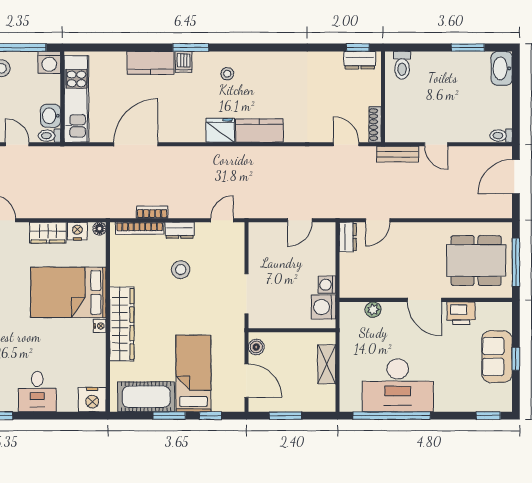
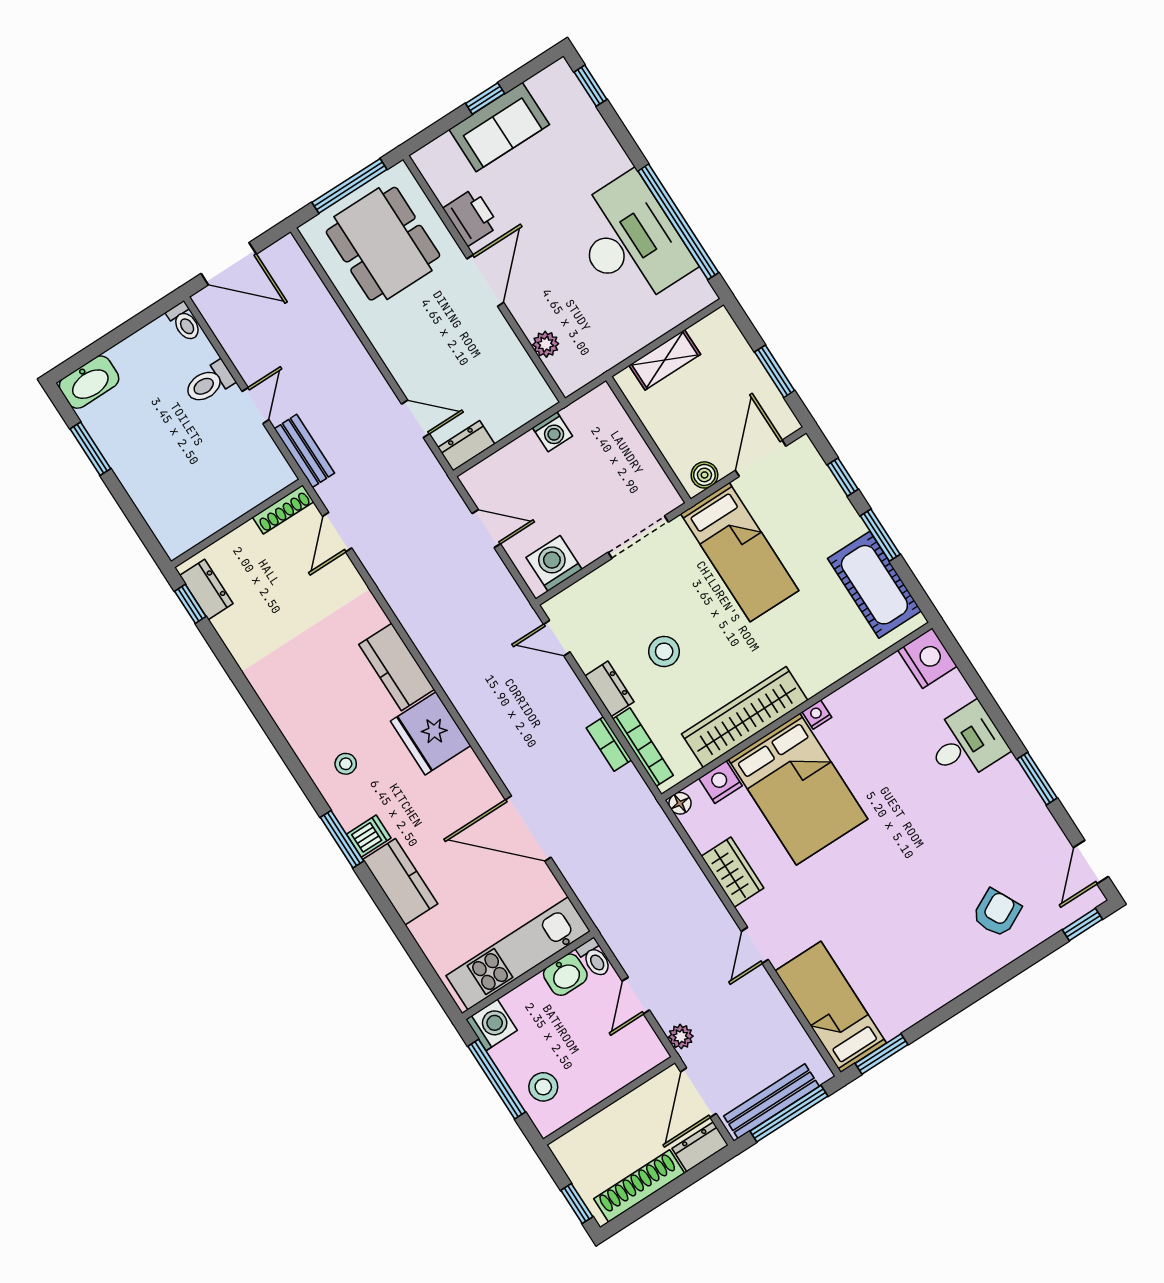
toilet: (402, 65) -> (209, 383), moved, turned 180
fridge: (220, 130) -> (431, 733), width x1.36, depth x1.34
nightstand: (77, 231) -> (720, 782), moved, turned 90
washing machine: (323, 307) -> (554, 563), moved, turned 180
wardrobe: (122, 324) -> (745, 717), moved
bed: (193, 373) -> (740, 552), moved, turned -90

